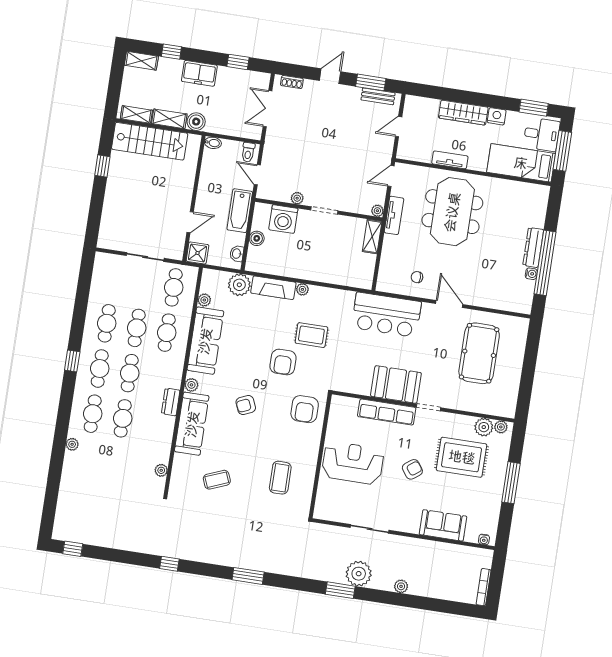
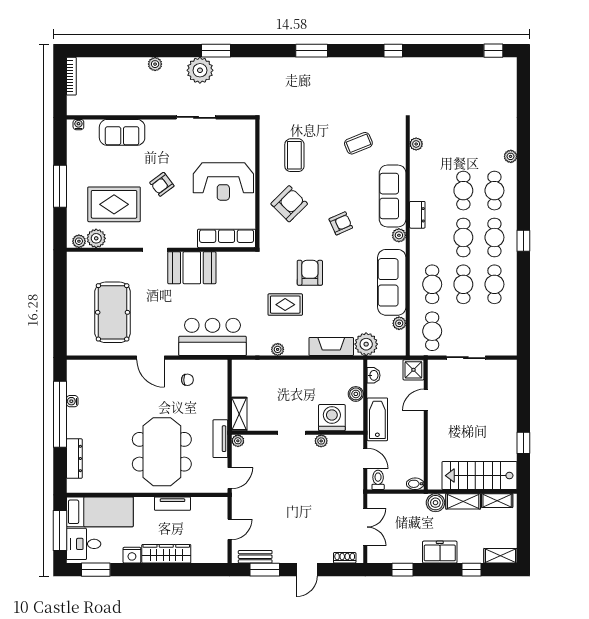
dresser: (533, 247) -> (74, 459), moved
plant: (302, 289) -> (278, 349), moved
armchair: (305, 409) -> (289, 204), moved, turned 45
row of seats: (387, 412) -> (227, 238), moved

